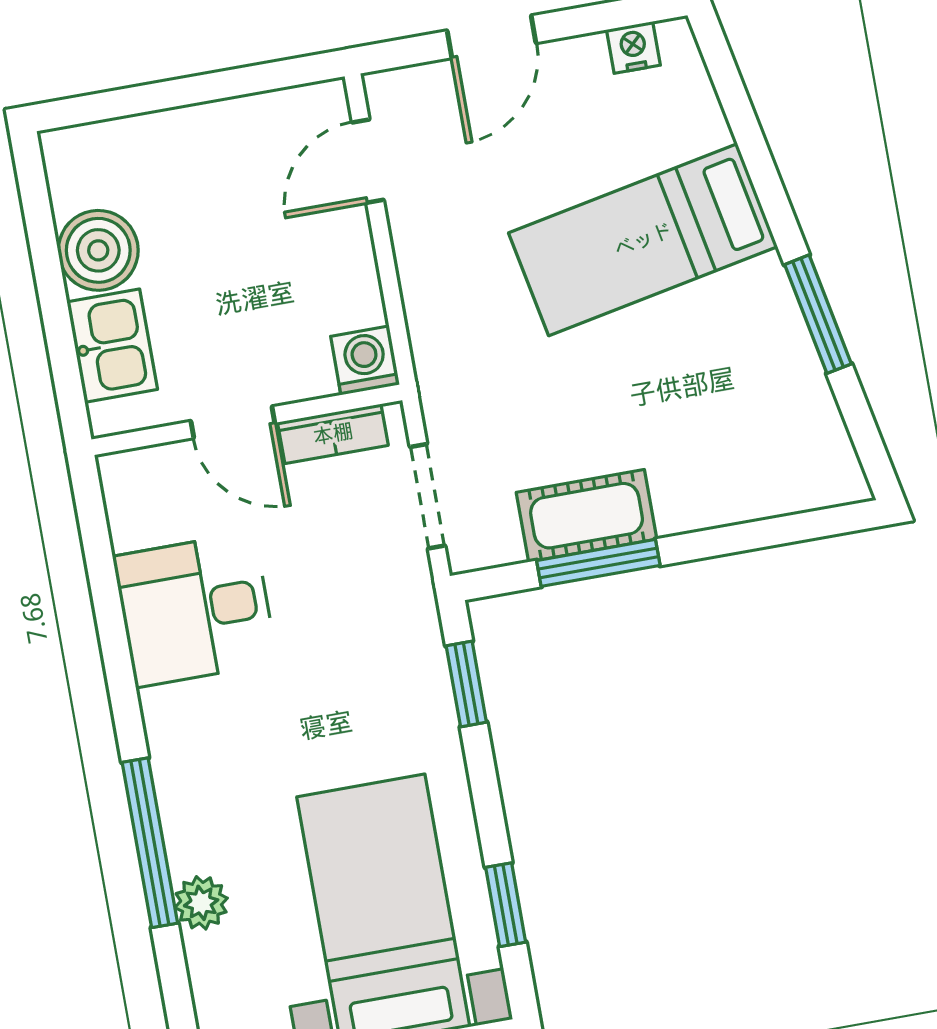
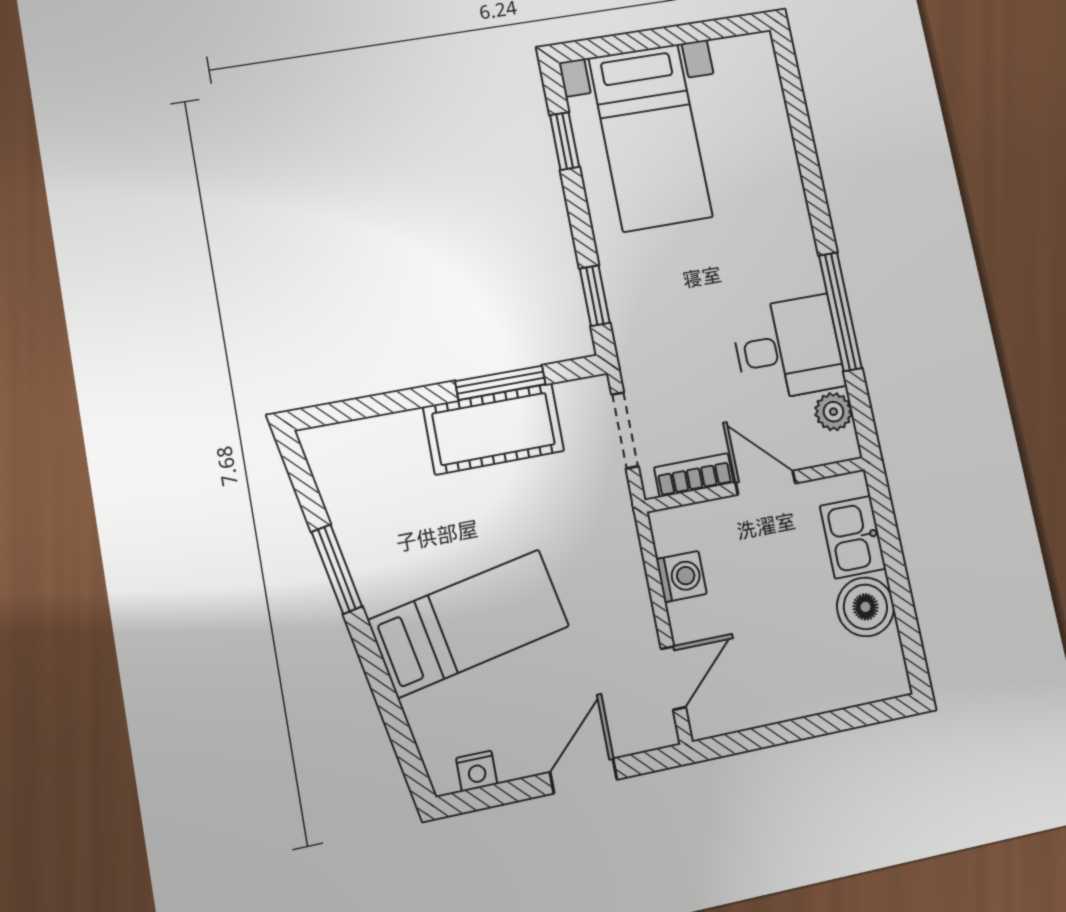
washing machine: (365, 360) -> (681, 576), moved, turned -90
cot: (587, 516) -> (494, 429), width x1.37, depth x1.34
window: (150, 843) -> (840, 312), moved
plant: (201, 903) -> (833, 412), moved

